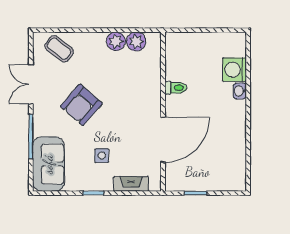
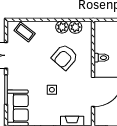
armchair: (81, 105) -> (65, 57), moved
side table: (102, 156) -> (52, 90), moved

